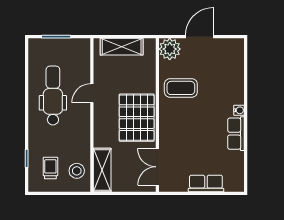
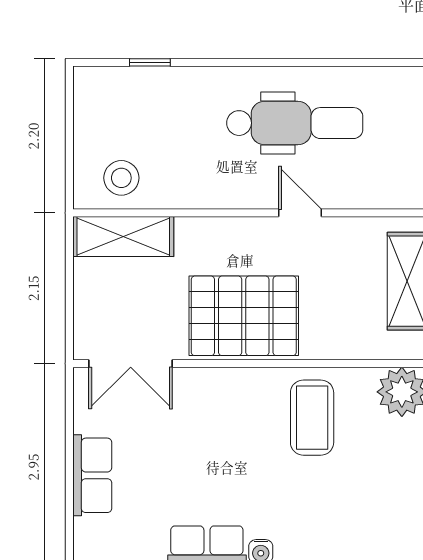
double door: (157, 167) -> (131, 364), swing flipped
trolley: (50, 168) -> (128, 117), removed

